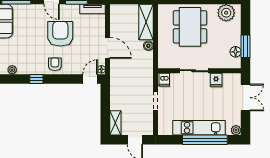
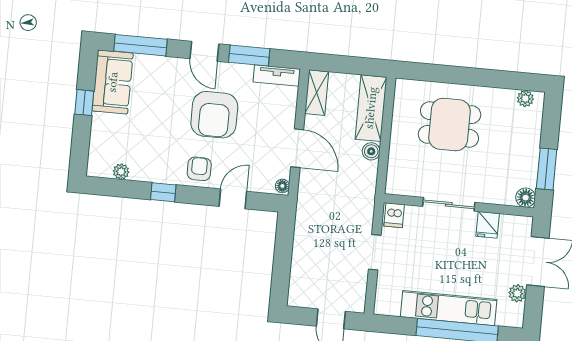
plant: (226, 13) -> (525, 99), width x0.53, depth x0.53
dining table: (190, 27) -> (449, 124), width x0.73
armchair: (60, 34) -> (214, 115), turned 180
floor lamp: (236, 52) -> (526, 198), moved
door: (90, 79) -> (233, 199), moved
shelving: (115, 123) -> (317, 93), moved
plant: (236, 130) -> (517, 293), moved

